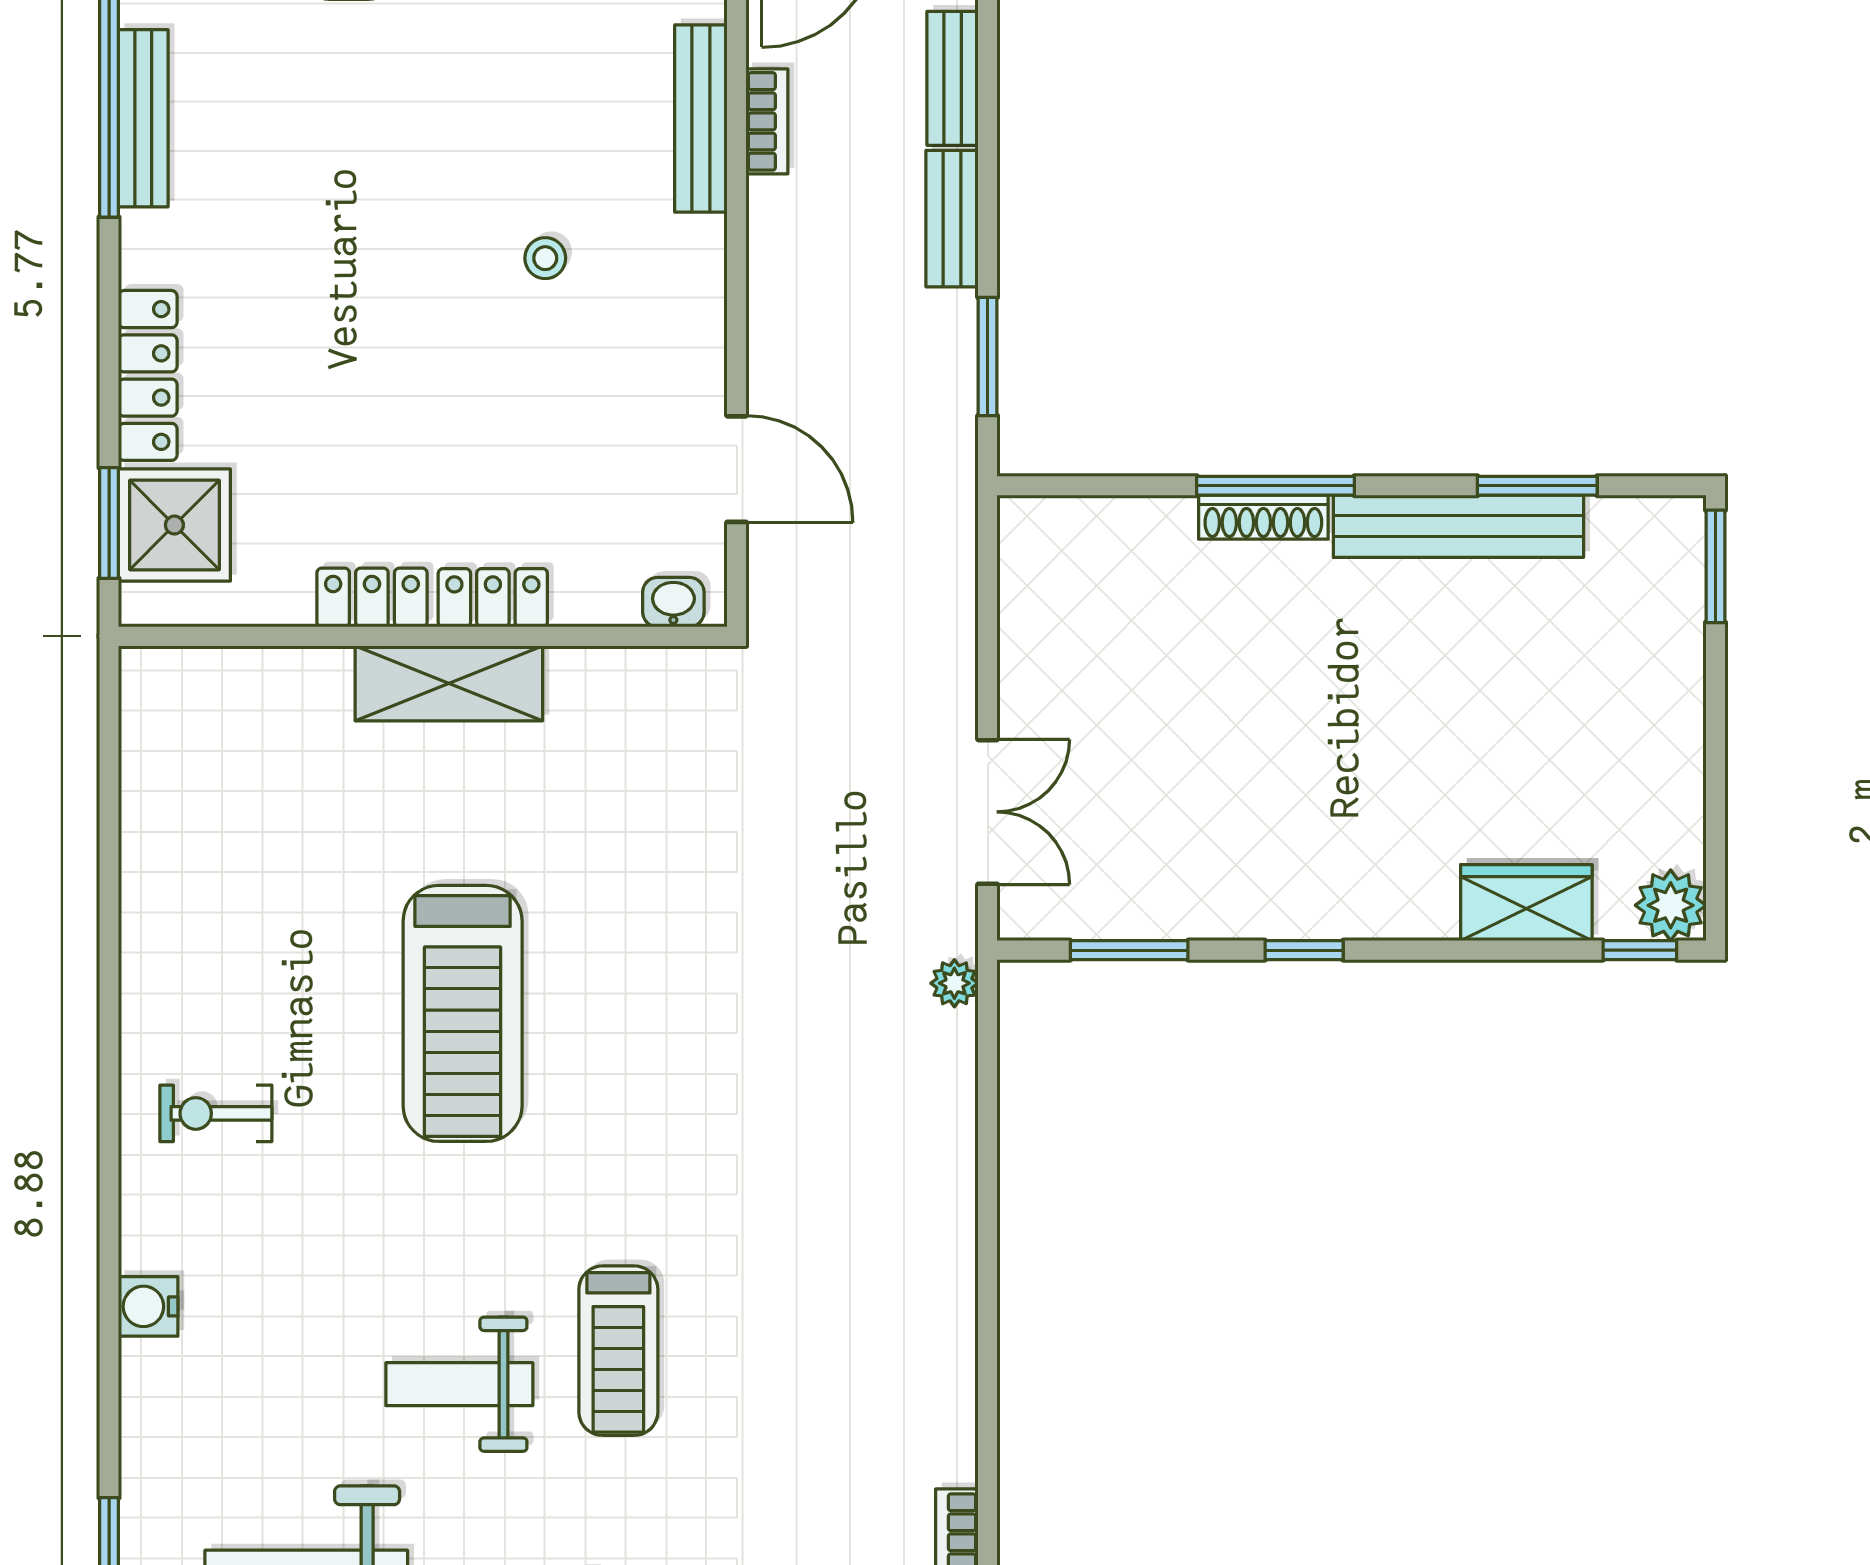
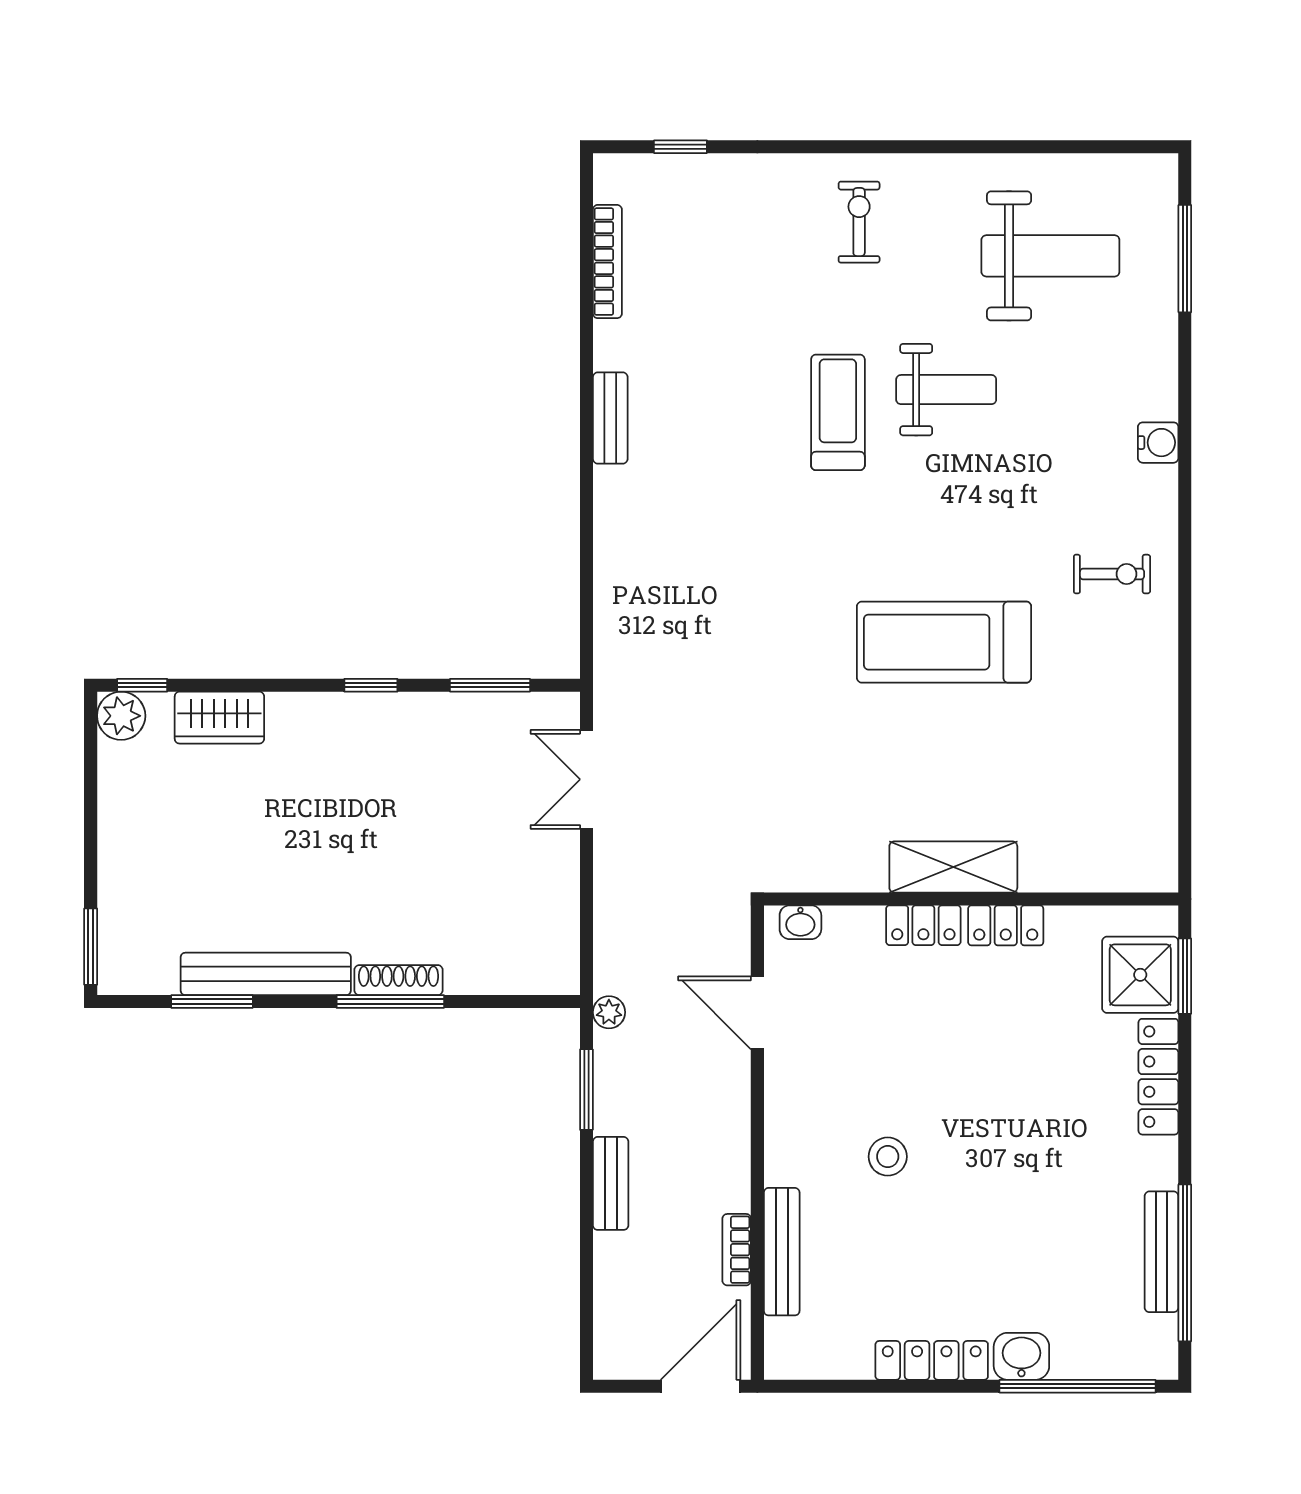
bench: (953, 78) -> (610, 418), moved
stool: (545, 258) -> (888, 1157), width x1.37, depth x1.37
plant: (954, 983) -> (609, 1012), moved
treadmill: (463, 1013) -> (944, 642), turned -90

